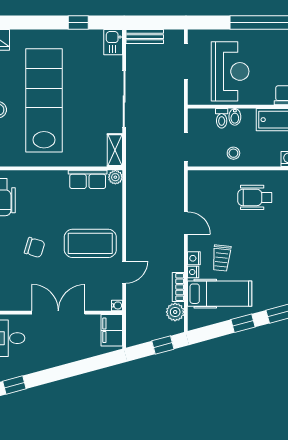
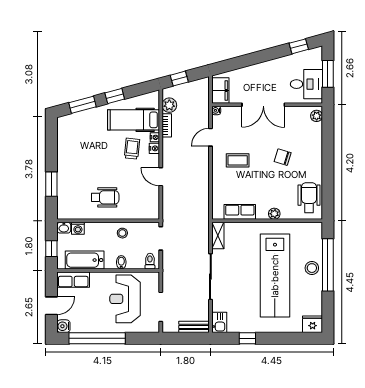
toilet: (222, 118) -> (150, 261), moved
plant: (115, 177) -> (274, 214), moved
coffee table: (90, 243) -> (238, 160), width x0.54, depth x0.58

